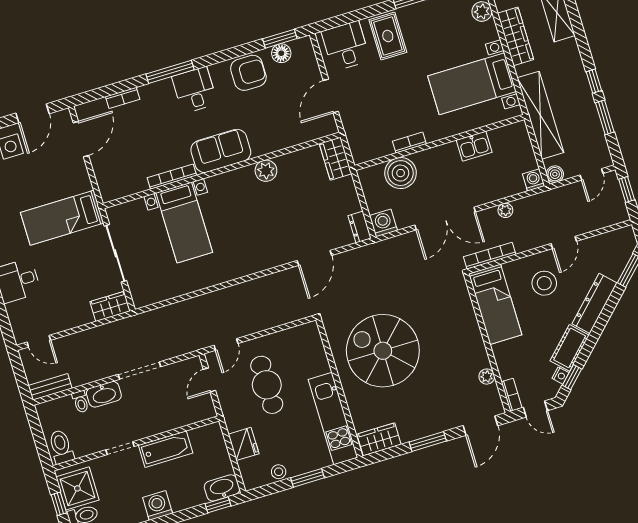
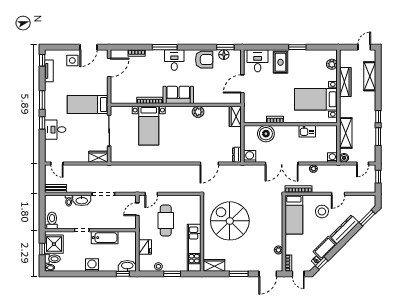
shelving: (540, 115) -> (346, 133), width x0.68

